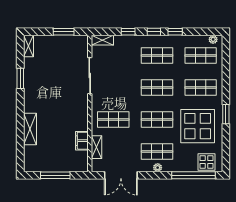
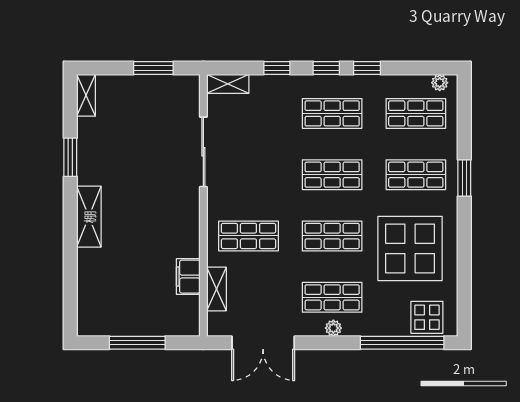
window: (226, 114) -> (464, 178), moved
shelving: (30, 129) -> (89, 217), moved

